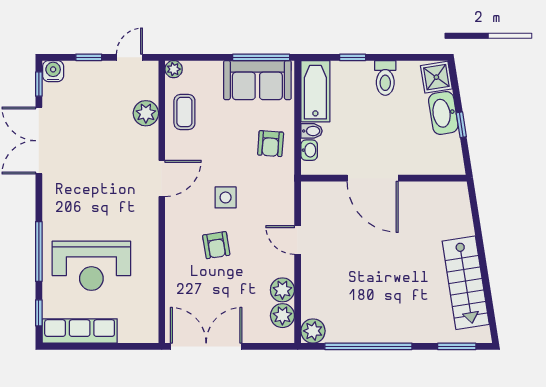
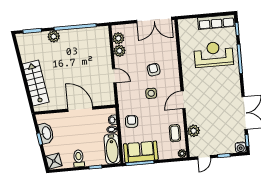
washbasin: (443, 113) -> (46, 133), moved
stairs: (466, 283) -> (36, 83), moved
plant: (313, 331) -> (54, 36), moved

